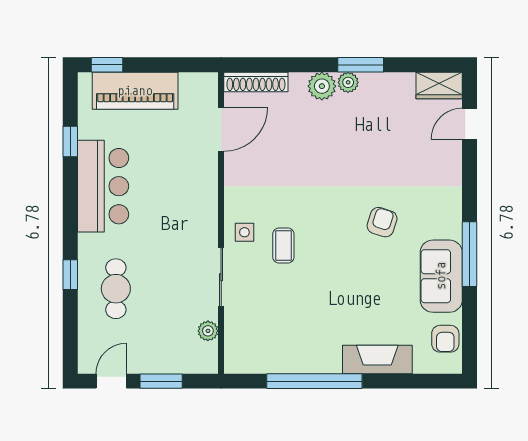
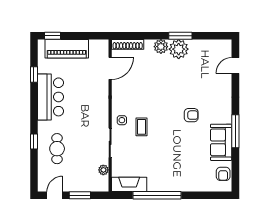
plant: (348, 82) -> (179, 49), width x1.88, depth x1.88
wardrobe: (439, 85) -> (220, 46), removed
armchair: (382, 222) -> (191, 115), turned 72
fireplace: (377, 359) -> (129, 184), moved

